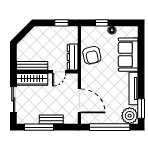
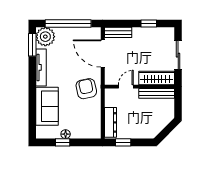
window: (102, 23) -> (63, 142), moved
armchair: (92, 55) -> (86, 89), moved
dresser: (73, 57) -> (110, 122), moved
bench: (51, 119) -> (118, 32), moved
window: (39, 127) -> (149, 24), width x0.46

